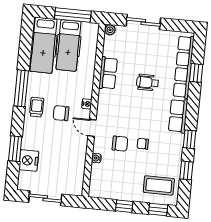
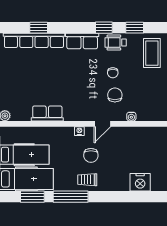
wheelchair: (147, 82) -> (116, 43), moved, turned 90
window: (15, 149) -> (32, 197), moved

